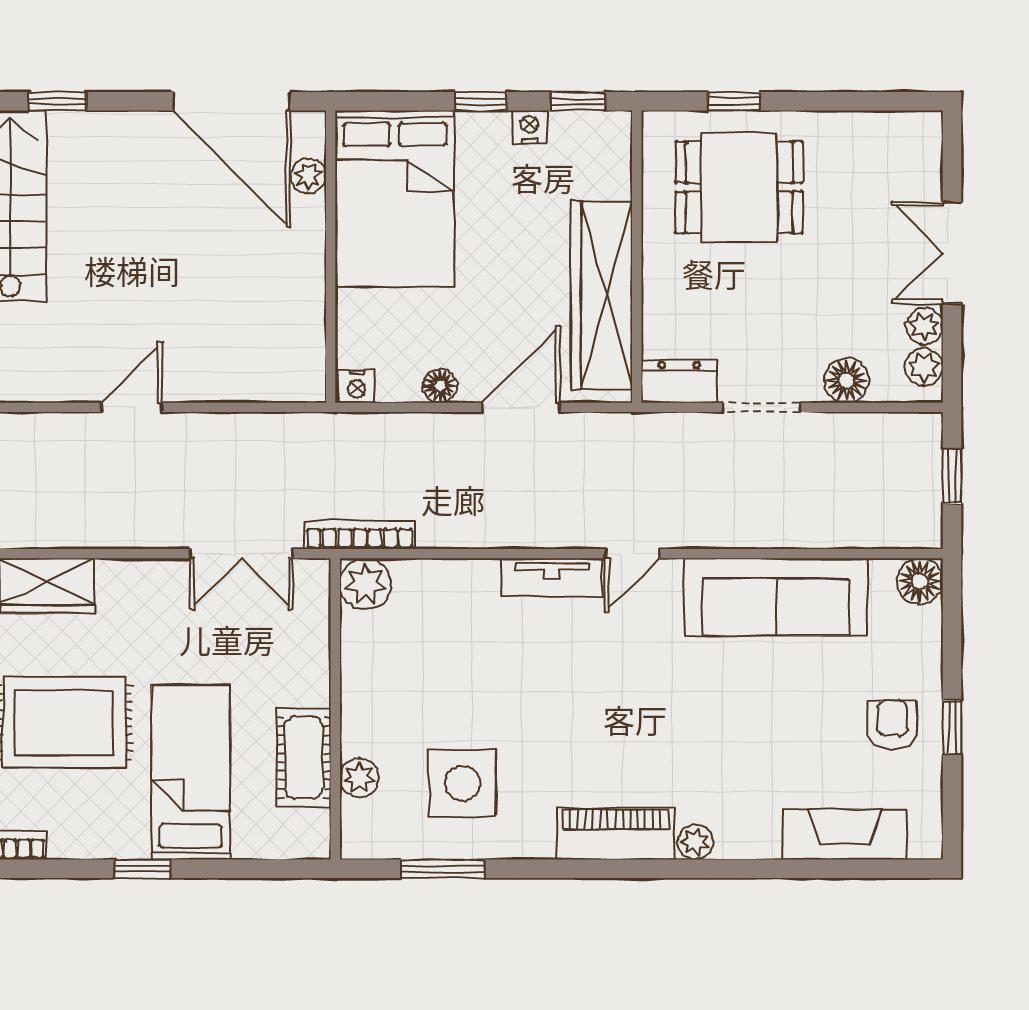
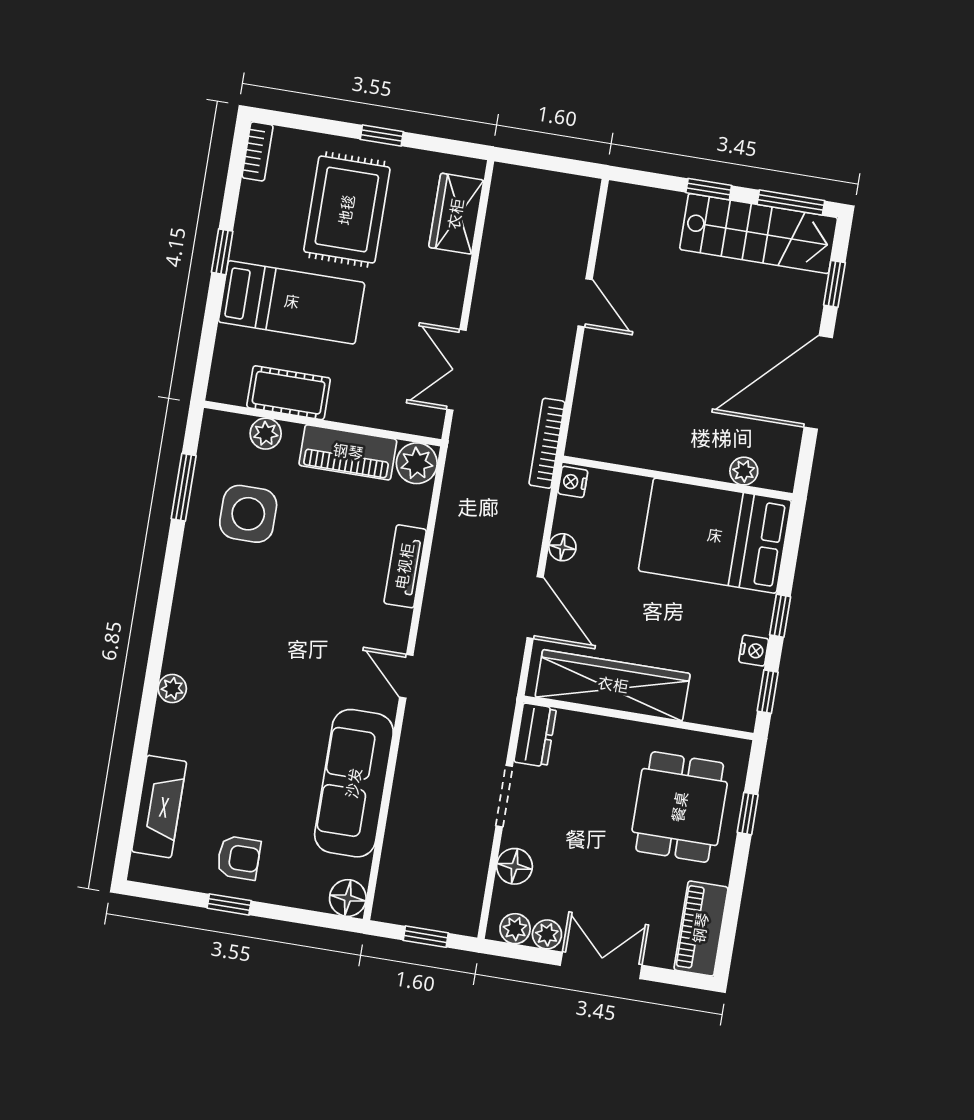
door: (231, 101) -> (818, 382), moved
piano: (886, 136) -> (701, 928), added
bookcase: (360, 535) -> (547, 443), moved, turned 180
tv unit: (552, 577) -> (405, 566), moved
piano: (615, 834) -> (348, 452), moved, turned 90

